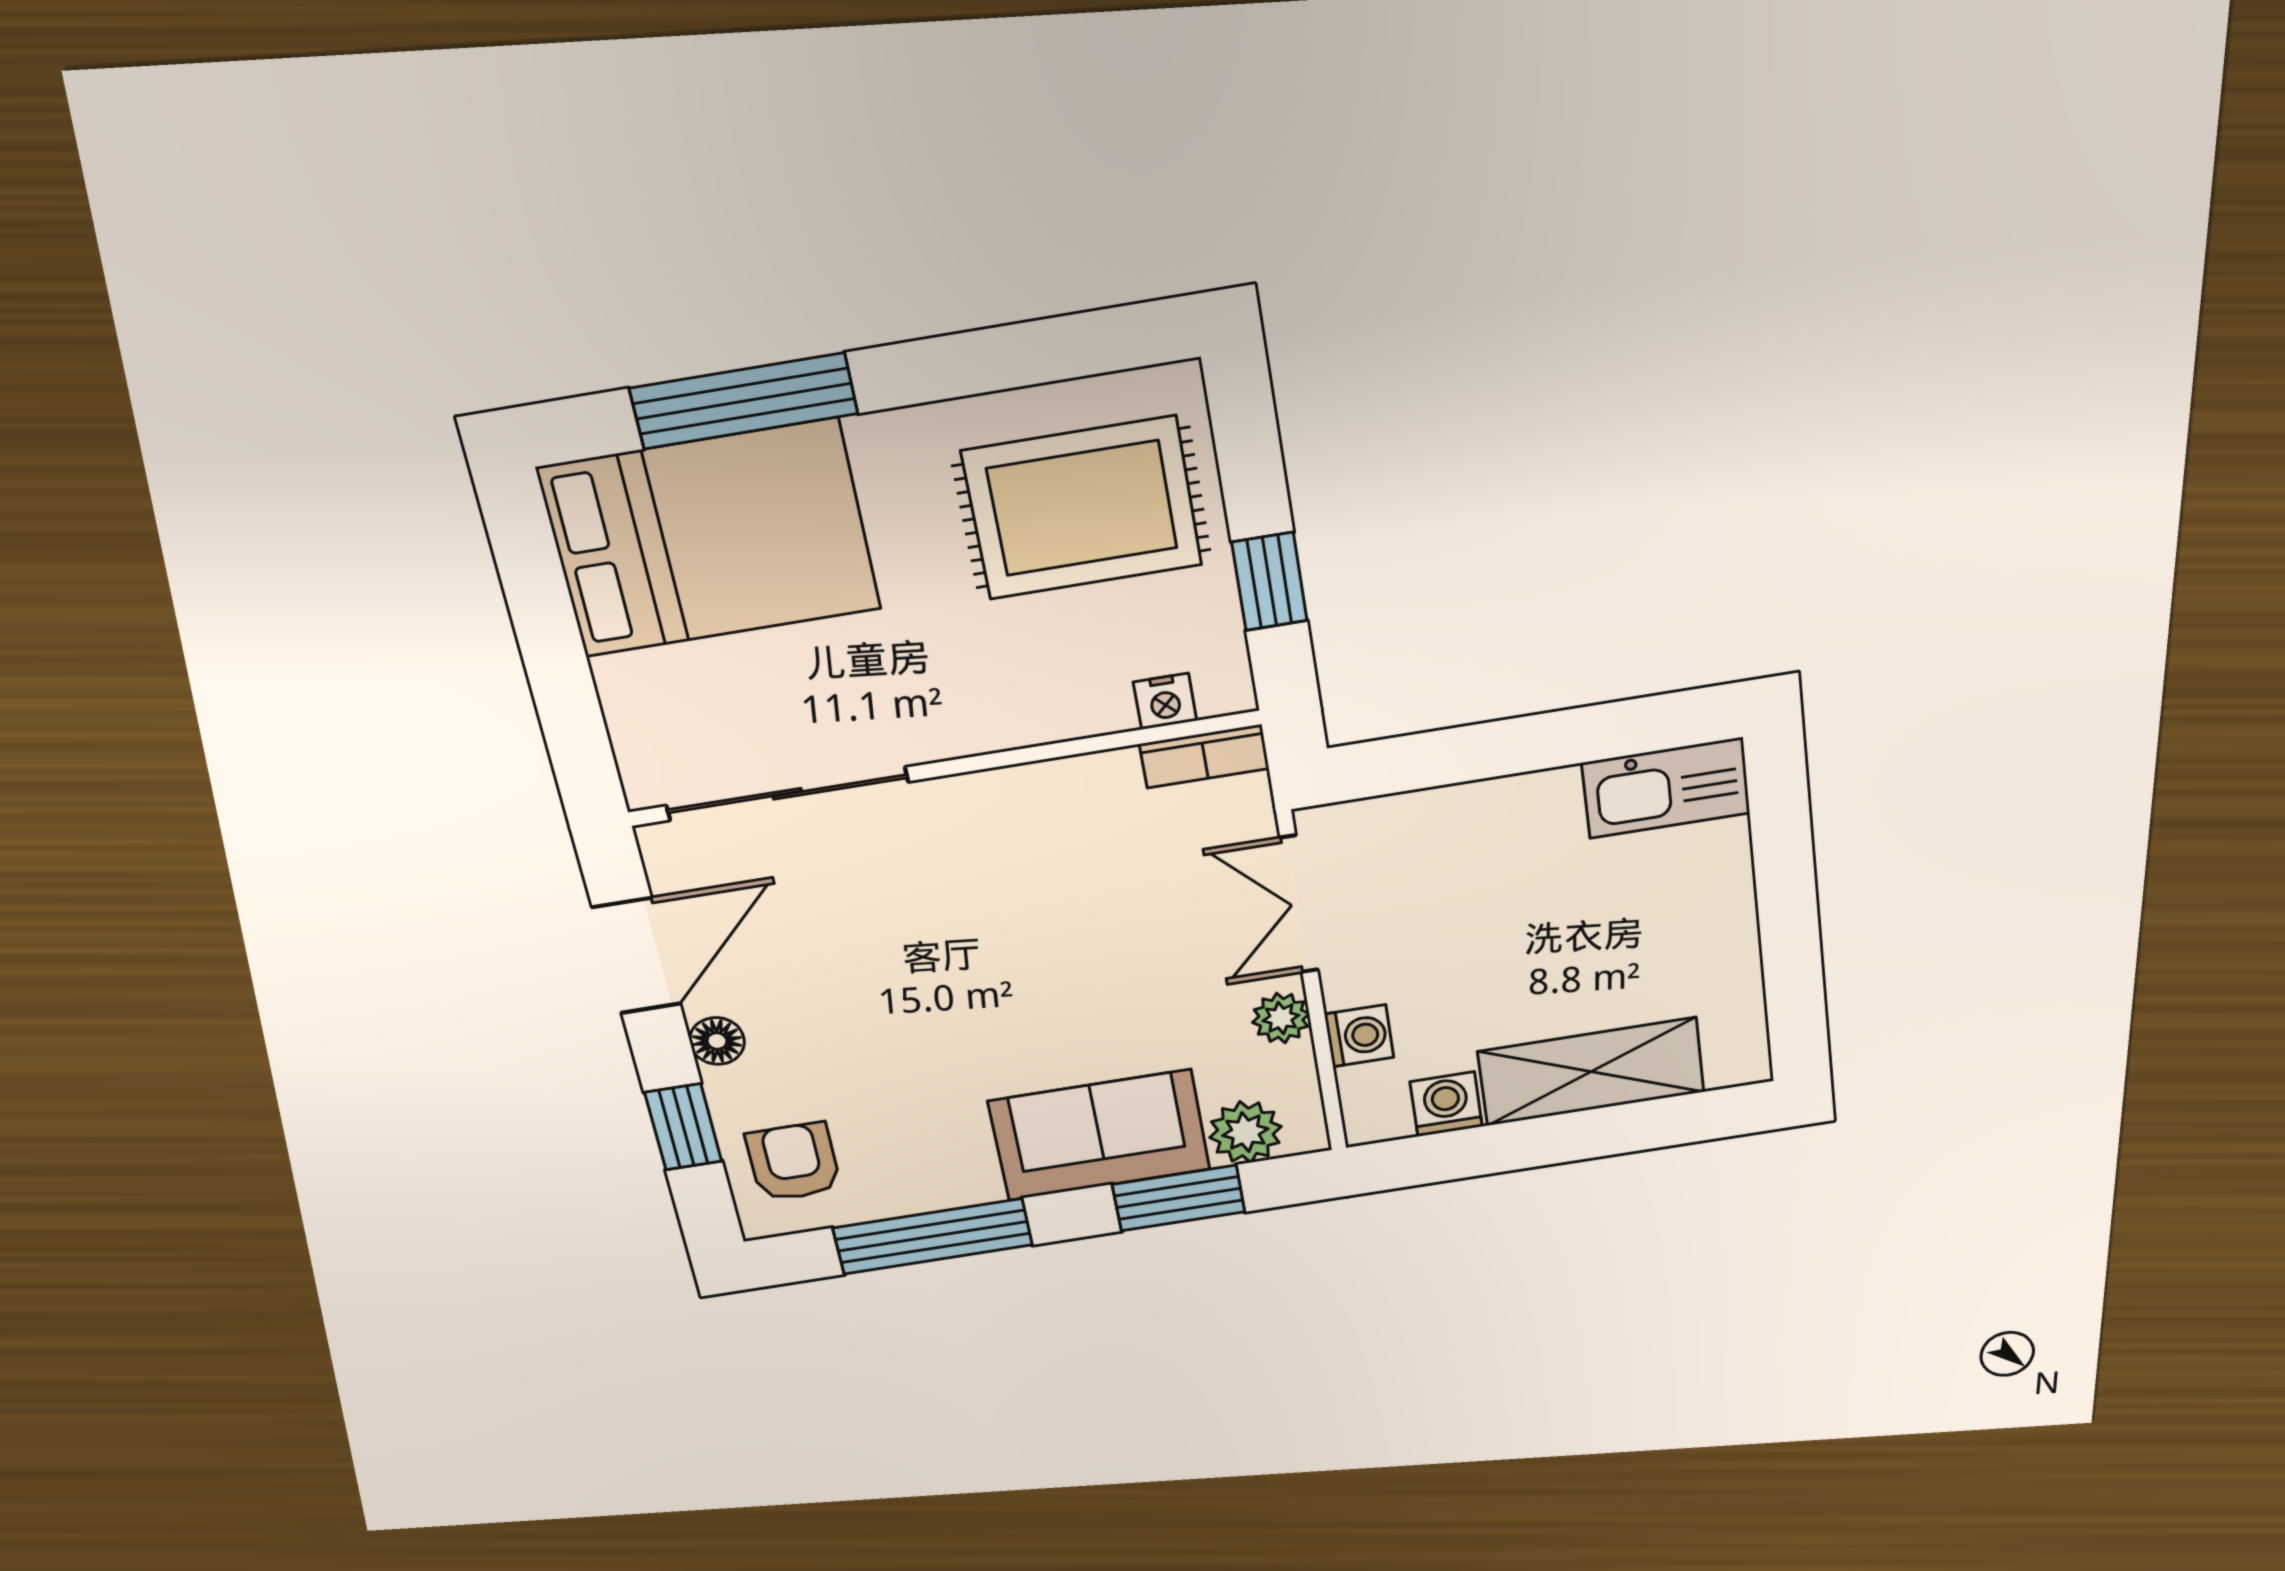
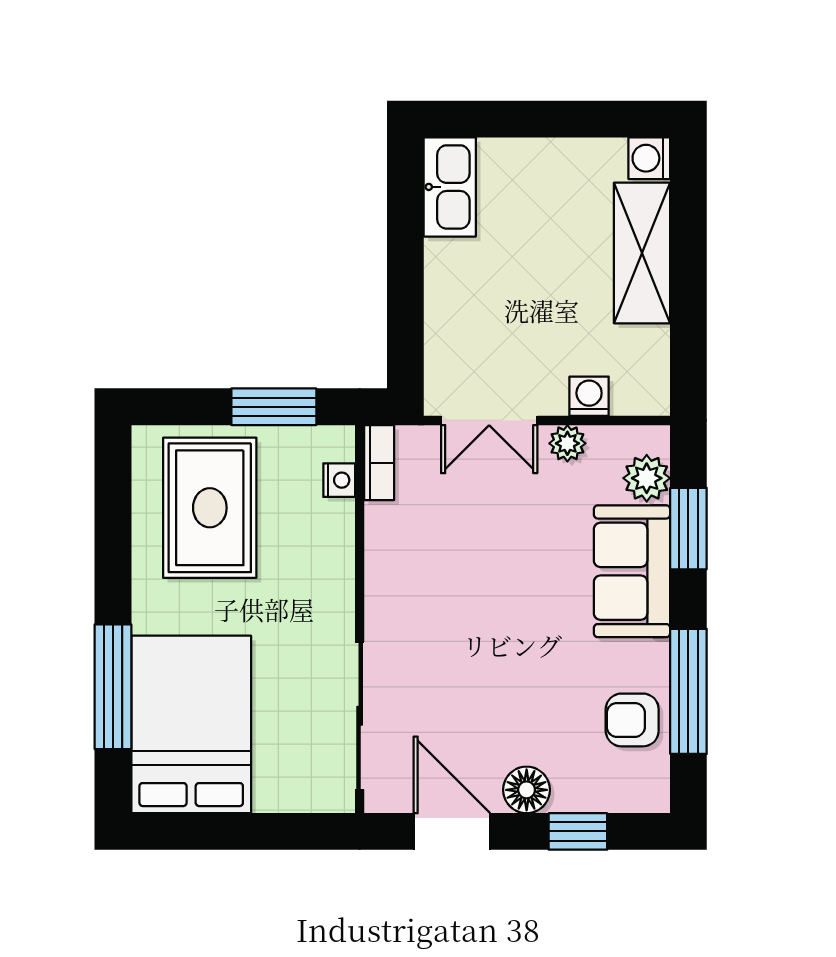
window: (1270, 581) -> (274, 407), width x1.50
floor lamp: (717, 1041) -> (527, 790), width x1.37, depth x1.37
washing machine: (1446, 1104) -> (649, 158), moved
armchair: (793, 1162) -> (632, 720), moved

